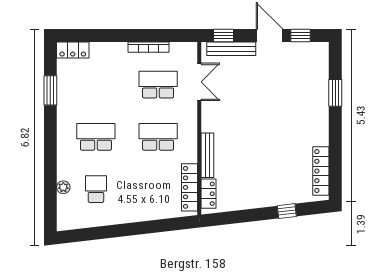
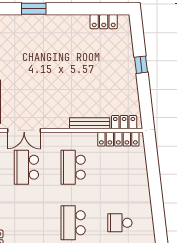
double door: (199, 82) -> (24, 130), swing flipped
locker: (321, 171) -> (104, 22), width x0.66
window: (287, 211) -> (141, 65), moved

